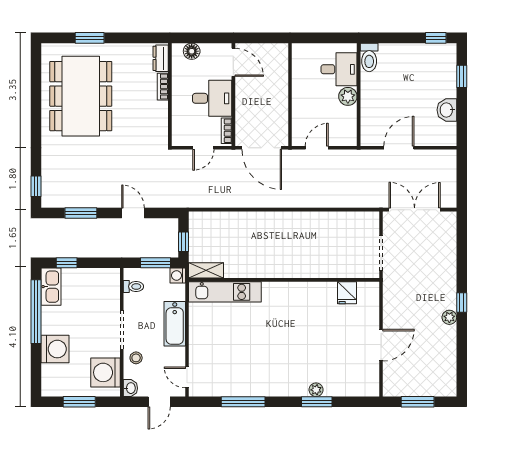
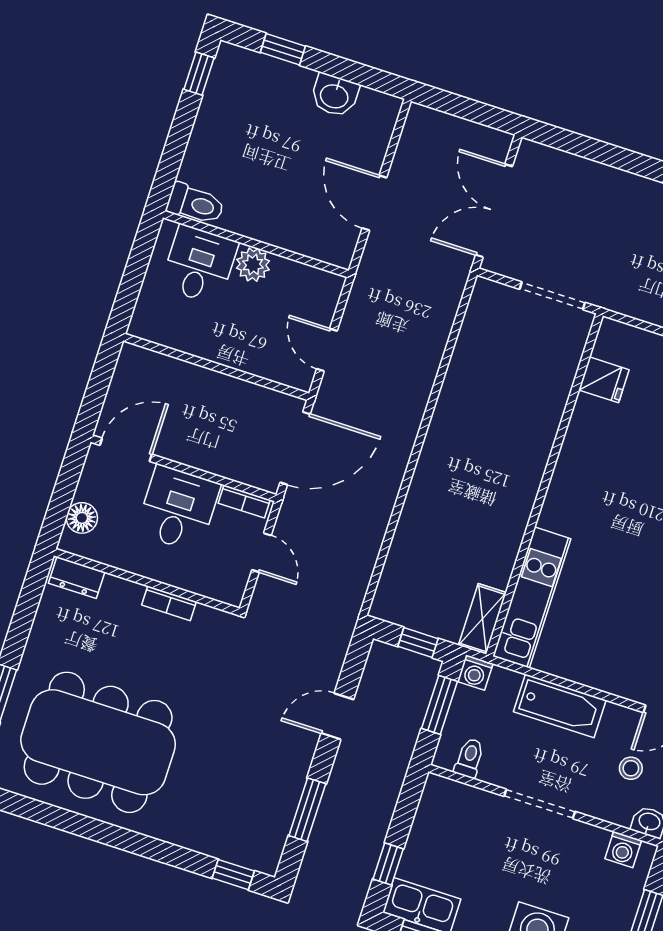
bookcase: (163, 87) -> (169, 603), moved
stool: (136, 358) -> (631, 768), moved
washing machine: (105, 372) -> (623, 850), width x0.53, depth x0.53

